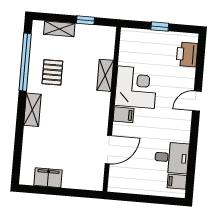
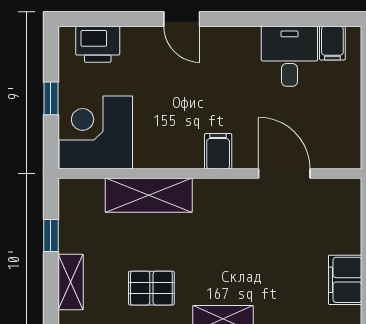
shelving: (105, 75) -> (149, 195), width x1.50, depth x1.33
corner desk: (136, 87) -> (96, 133), moved

